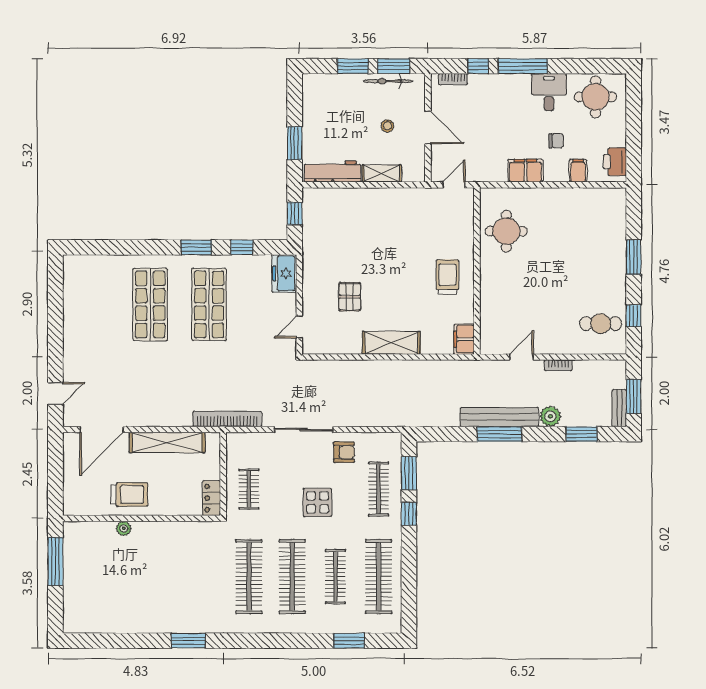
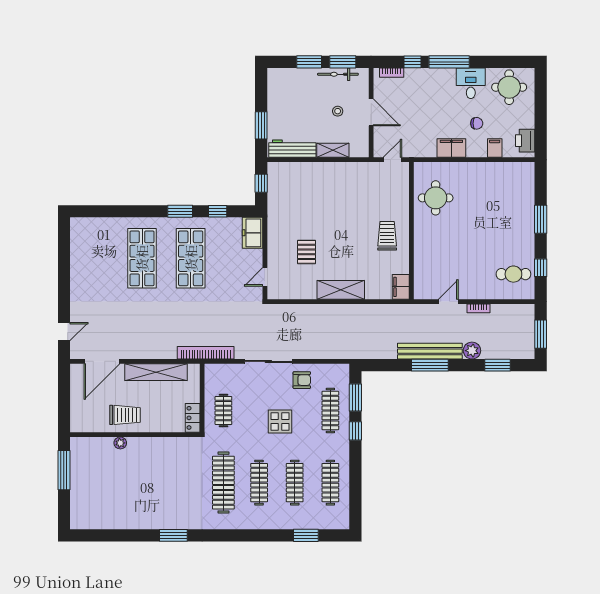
bench: (619, 408) -> (529, 344), removed
clothes rail: (292, 577) -> (259, 483), width x0.73, depth x0.76
clothes rail: (379, 577) -> (330, 483), width x0.73, depth x0.76

